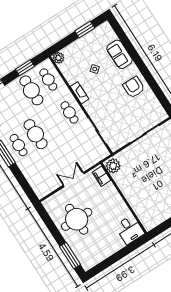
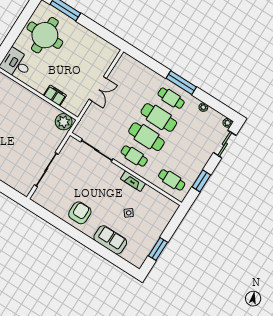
plant: (58, 58) -> (172, 207), removed
armchair: (134, 87) -> (80, 213), turned -90
cafe table: (31, 90) -> (146, 137), moved
filing cabinet: (102, 176) -> (55, 95), moved
round table: (77, 219) -> (45, 35), moved

